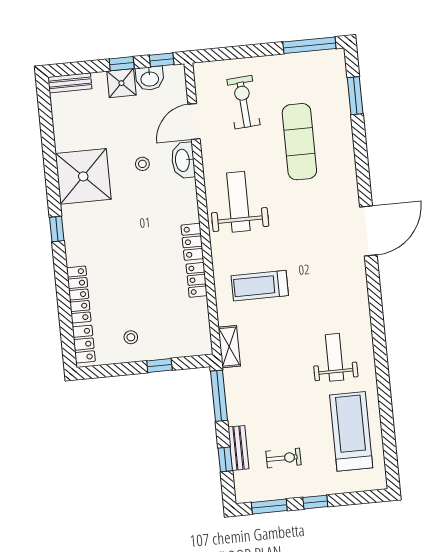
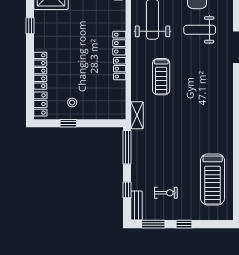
treadmill: (260, 286) -> (161, 77), turned -90
weight bench: (335, 357) -> (200, 30), moved, turned -90
window: (159, 366) -> (68, 123), moved
treadmill: (351, 431) -> (213, 179), turned 180
bench: (238, 448) -> (136, 206), moved

